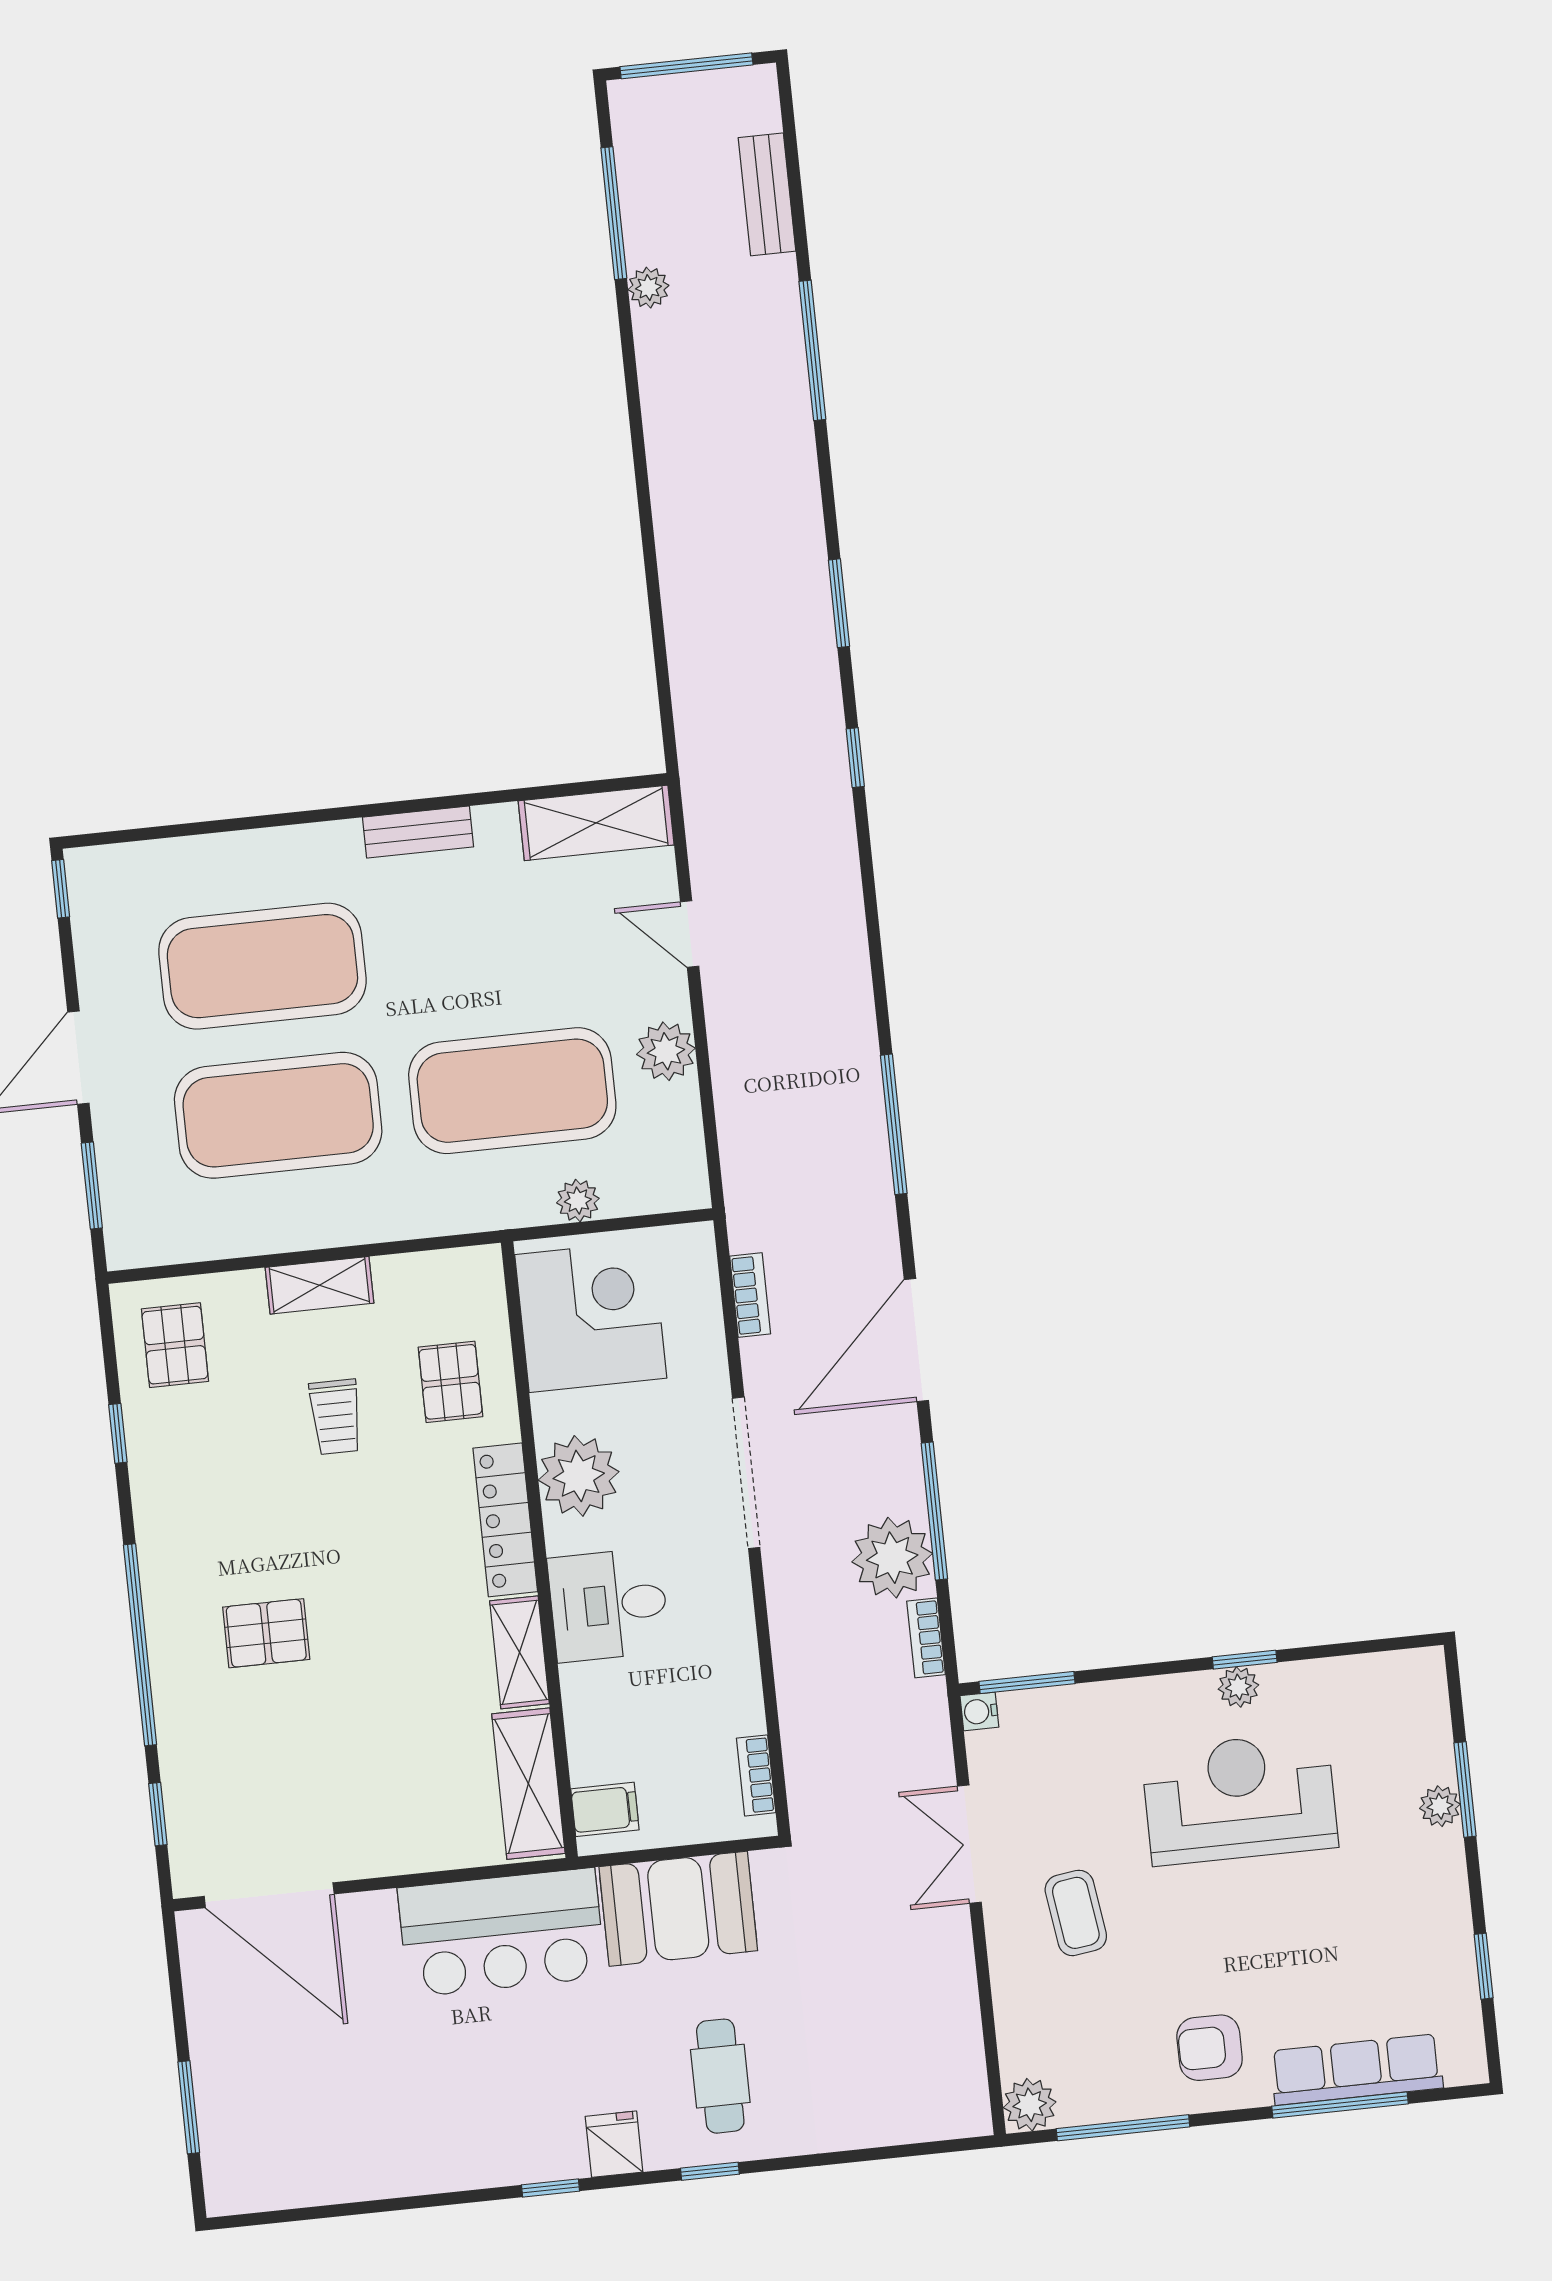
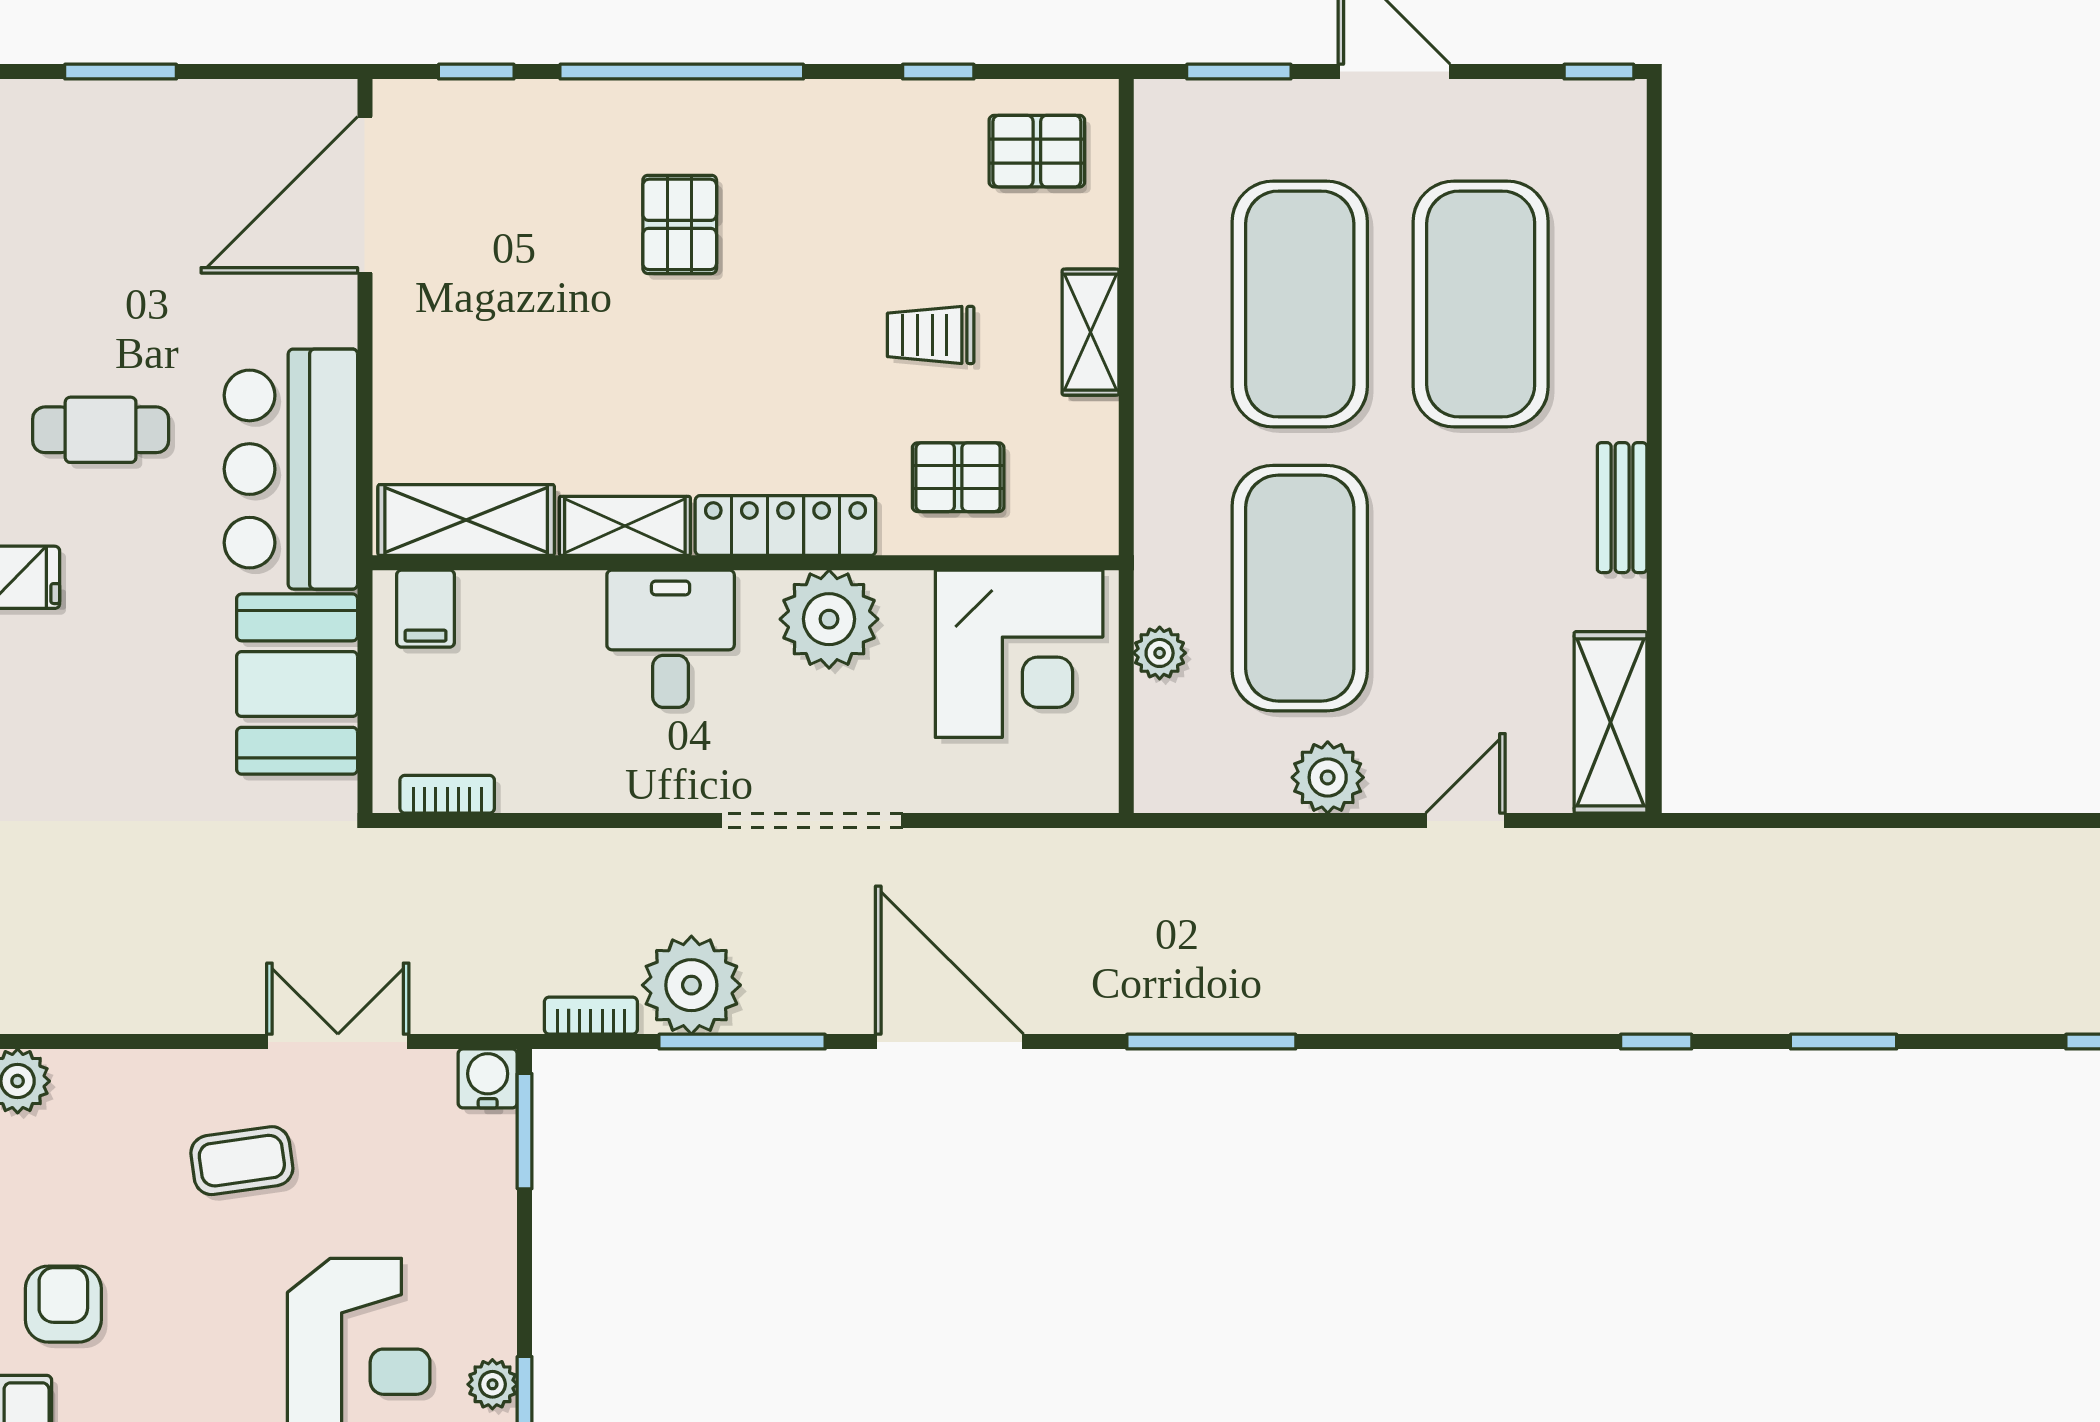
bookcase: (750, 1295) -> (1024, 848), removed
water cooler: (979, 1711) -> (488, 1078), width x1.38, depth x1.38
cafe table: (720, 2076) -> (101, 430), moved

